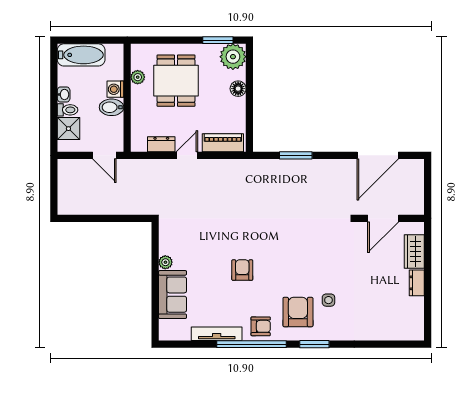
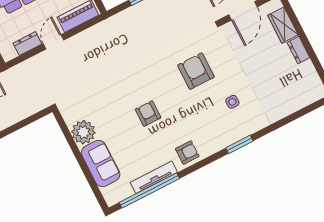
plant: (165, 262) -> (83, 132), width x1.88, depth x1.88
armchair: (298, 312) -> (196, 71), moved
window: (252, 344) -> (149, 190), moved

